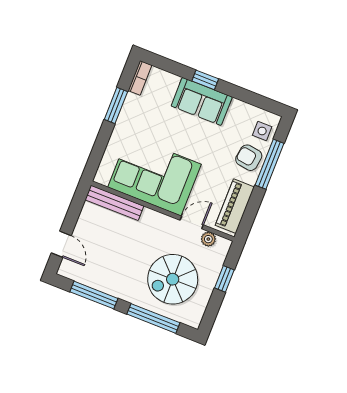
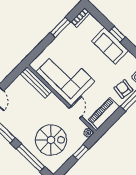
door: (192, 223) -> (75, 112), hinge flipped
plant: (208, 239) -> (88, 133), moved
spiral stairs: (173, 279) -> (51, 140), turned 180

